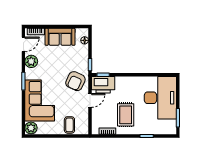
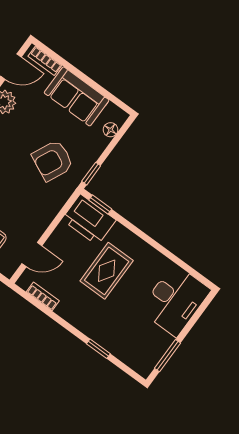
armchair: (75, 81) -> (53, 161), moved
desk: (160, 98) -> (175, 300), width x0.73, depth x0.77
door: (90, 100) -> (32, 255), moved
rug: (126, 115) -> (107, 271), moved

